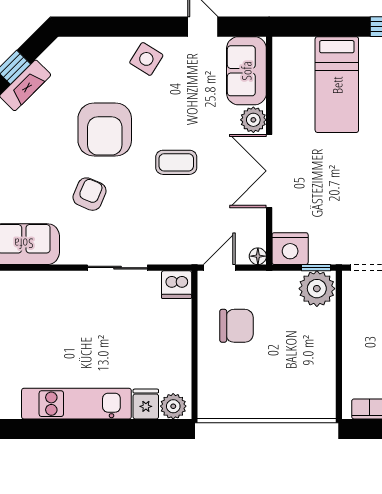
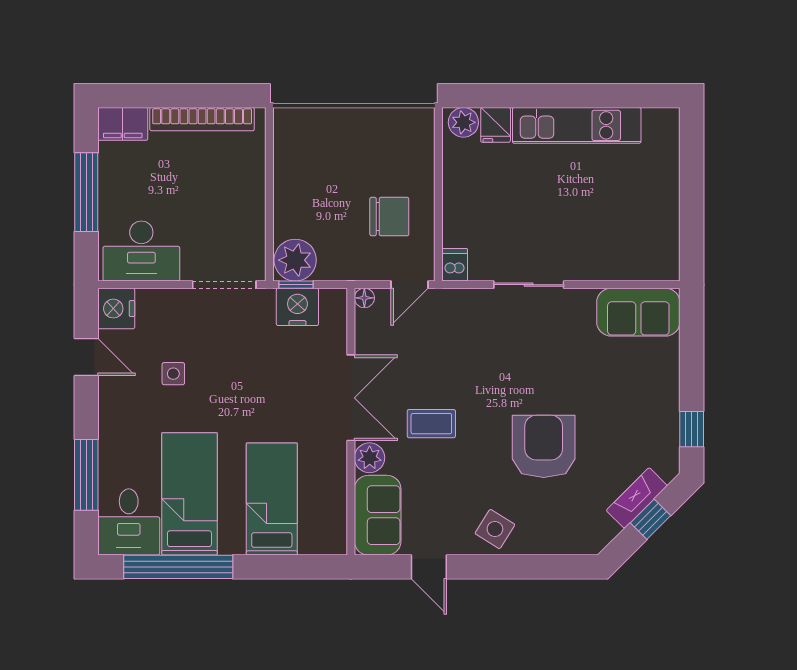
coffee table: (176, 162) -> (431, 424), moved
armchair: (90, 194) -> (561, 371), removed
nightstand: (290, 249) -> (297, 307), moved
dishwasher: (177, 285) -> (455, 265), width x0.73
chair: (236, 326) -> (389, 217), turned 180

